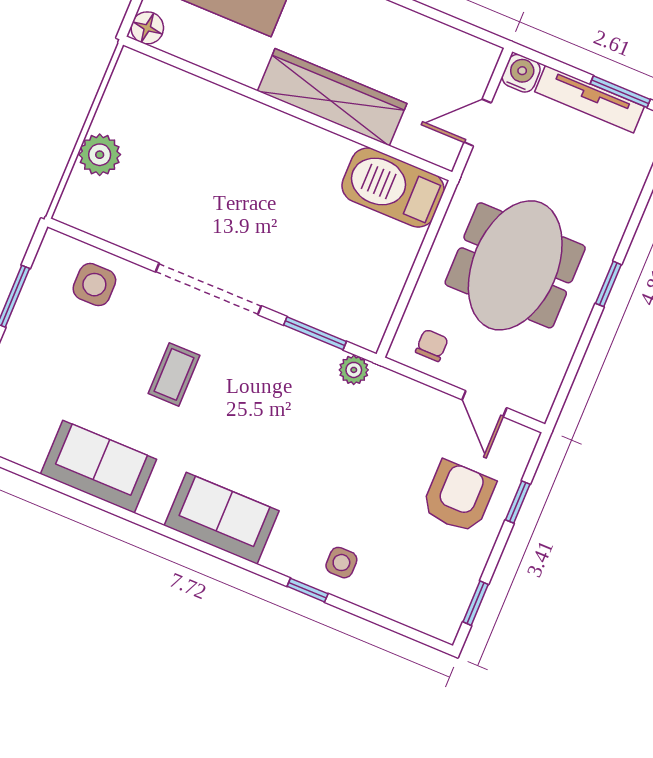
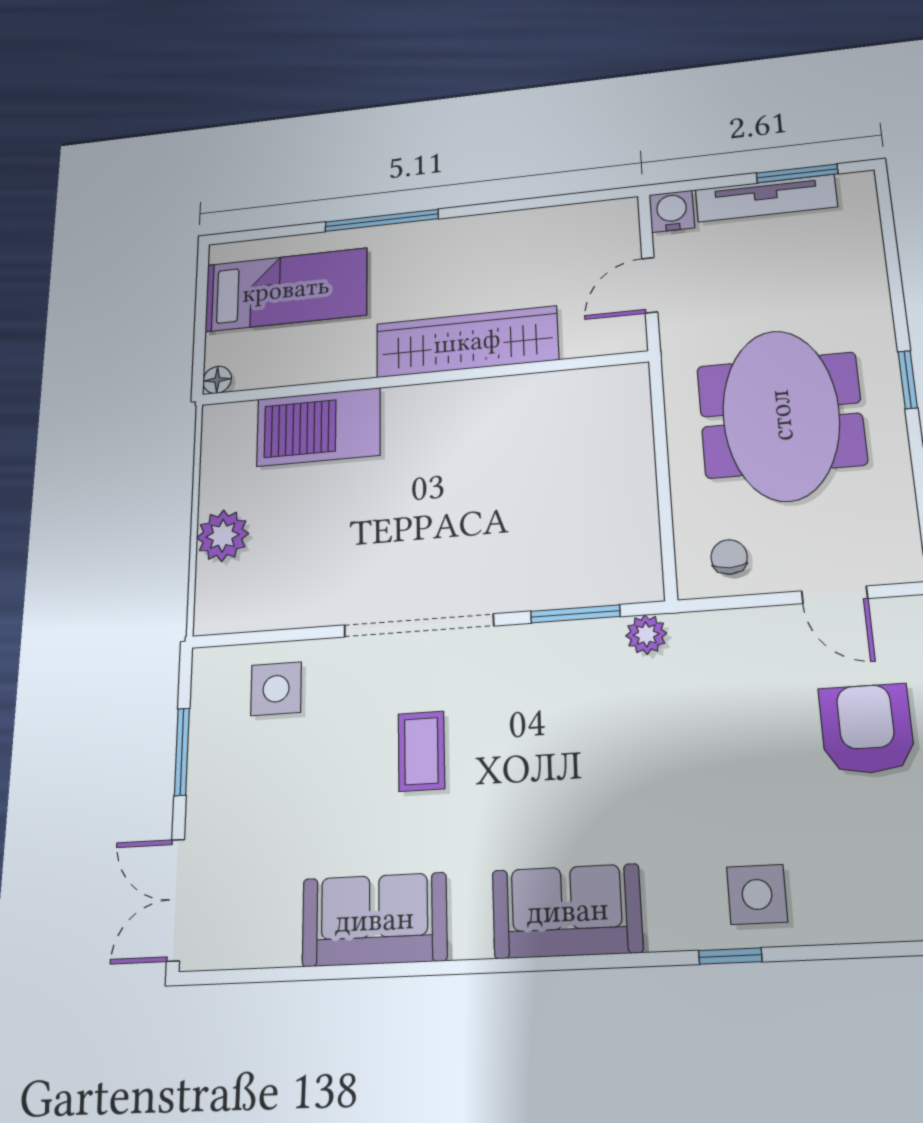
floor lamp: (147, 28) -> (217, 380), width x0.73, depth x0.73
barbecue: (393, 187) -> (318, 427), moved
side table: (341, 563) -> (757, 894), width x1.37, depth x1.37

